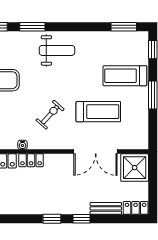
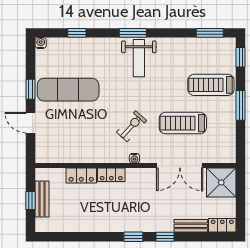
window: (32, 27) -> (133, 33), moved
weight bench: (57, 50) -> (139, 58), turned 90
treadmill: (98, 112) -> (183, 123), turned 180
water cooler: (22, 145) -> (134, 158), moved

